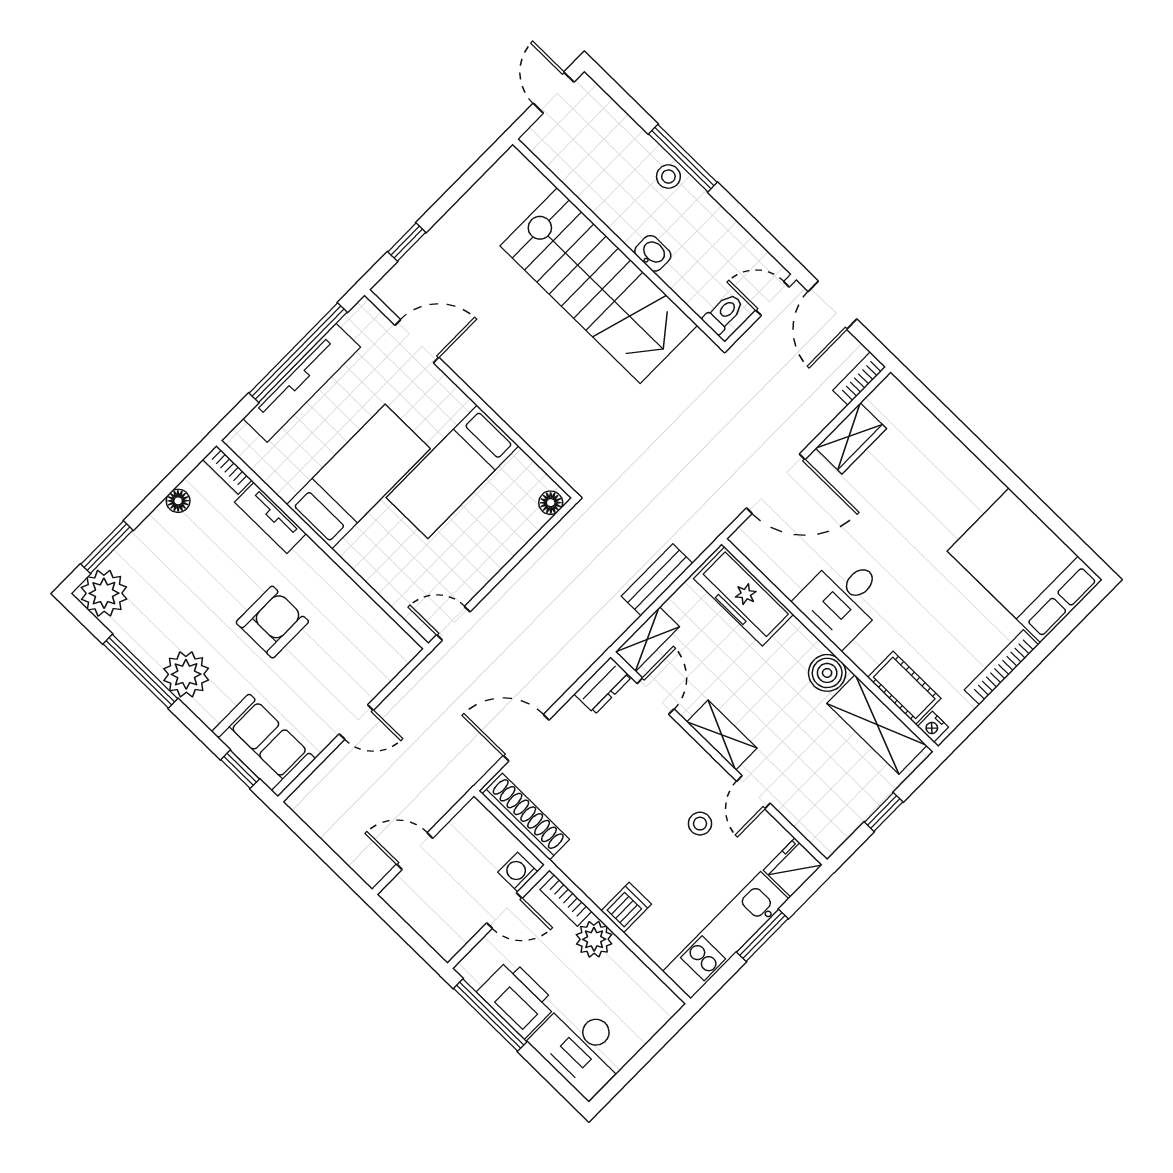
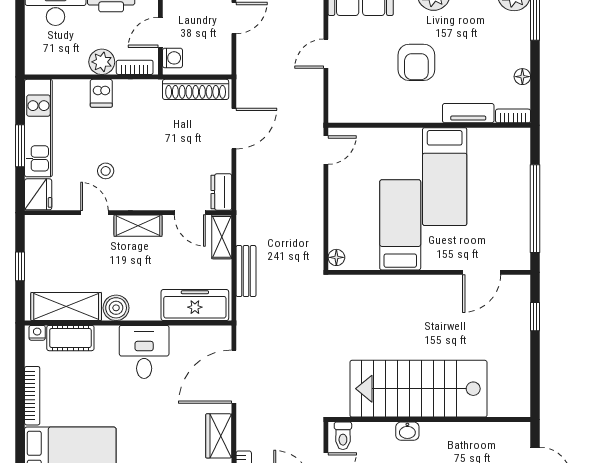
tv unit: (302, 383) -> (519, 195), removed

